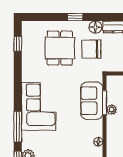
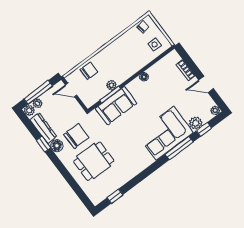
window: (75, 17) -> (43, 144), moved
chair: (91, 49) -> (76, 136), turned -90
corner sofa: (39, 106) -> (165, 133), moved

